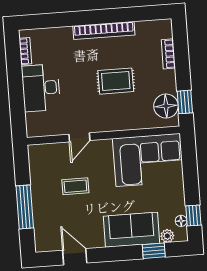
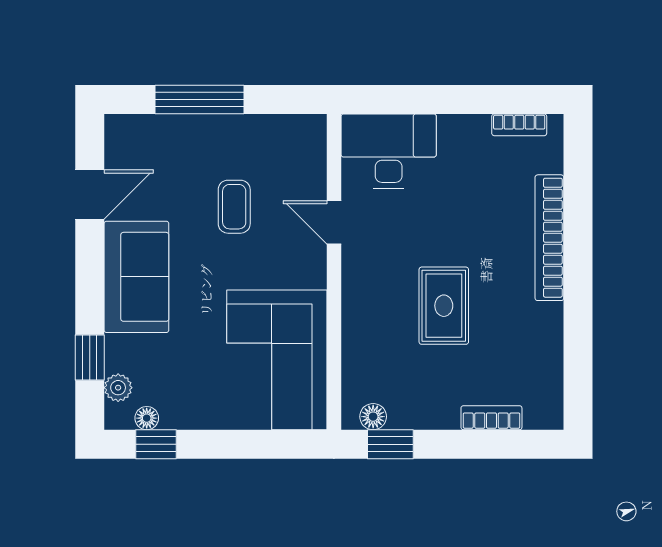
bookcase: (104, 30) -> (549, 238), moved
desk: (41, 88) -> (389, 151), moved
floor lamp: (166, 106) -> (373, 417), width x0.53, depth x0.53
sofa: (131, 230) -> (136, 277), moved

